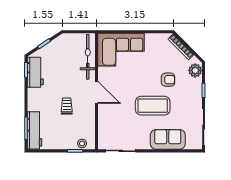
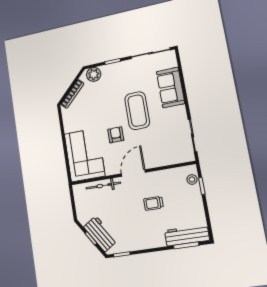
bicycle: (88, 57) -> (103, 186), width x0.73, depth x0.71
workbench: (35, 72) -> (100, 234), moved, turned 57
armchair: (168, 80) -> (116, 135), moved

